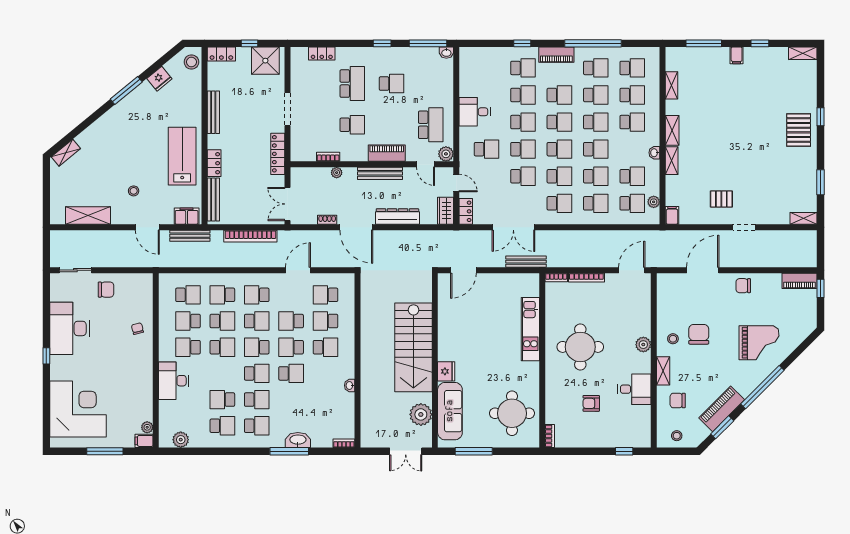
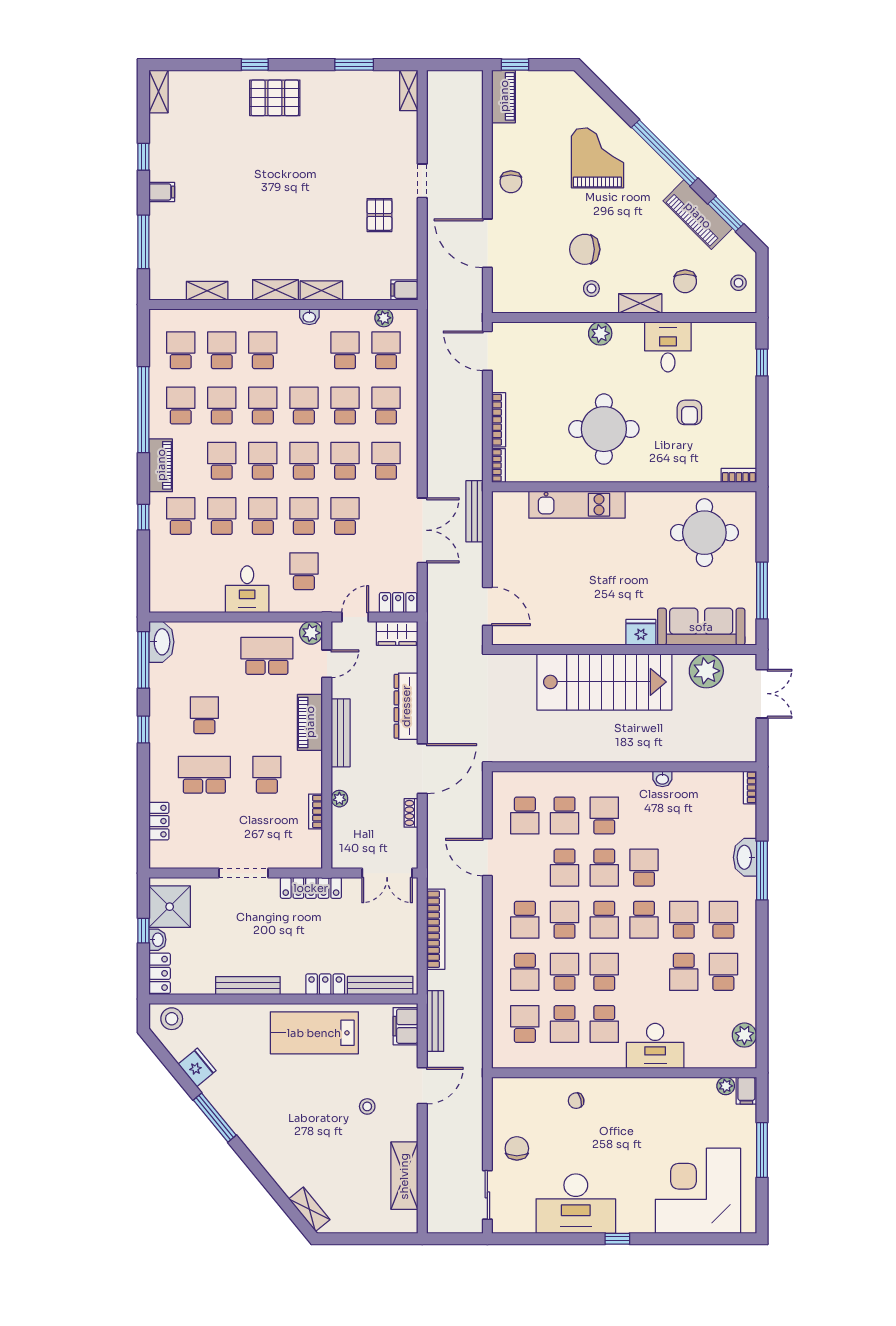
washbasin: (244, 53) -> (157, 940), added
washbasin: (446, 53) -> (161, 642), width x1.91, depth x1.45
school desk: (257, 373) -> (644, 920), turned 180

